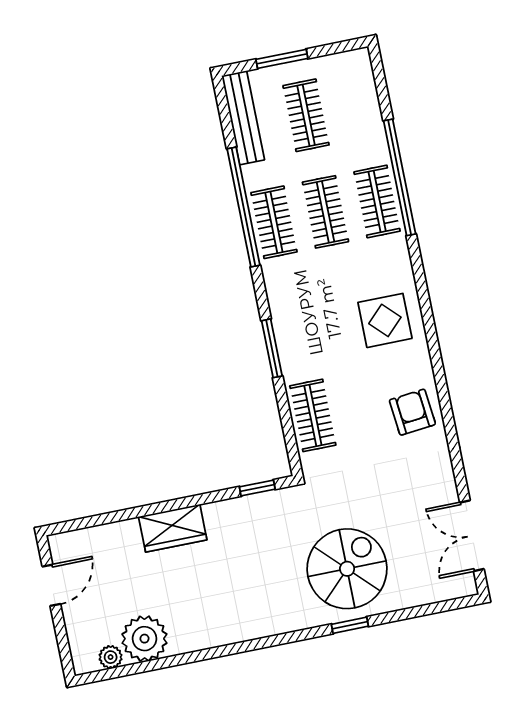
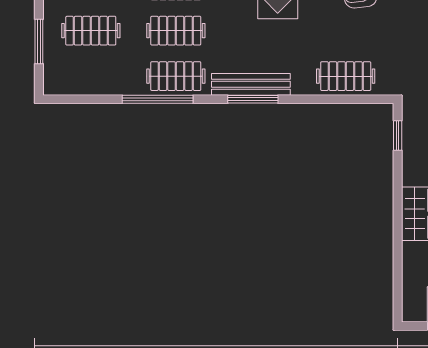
bench: (243, 118) -> (251, 84), moved
window: (243, 207) -> (158, 99), width x0.68
window: (272, 348) -> (253, 99), moved

